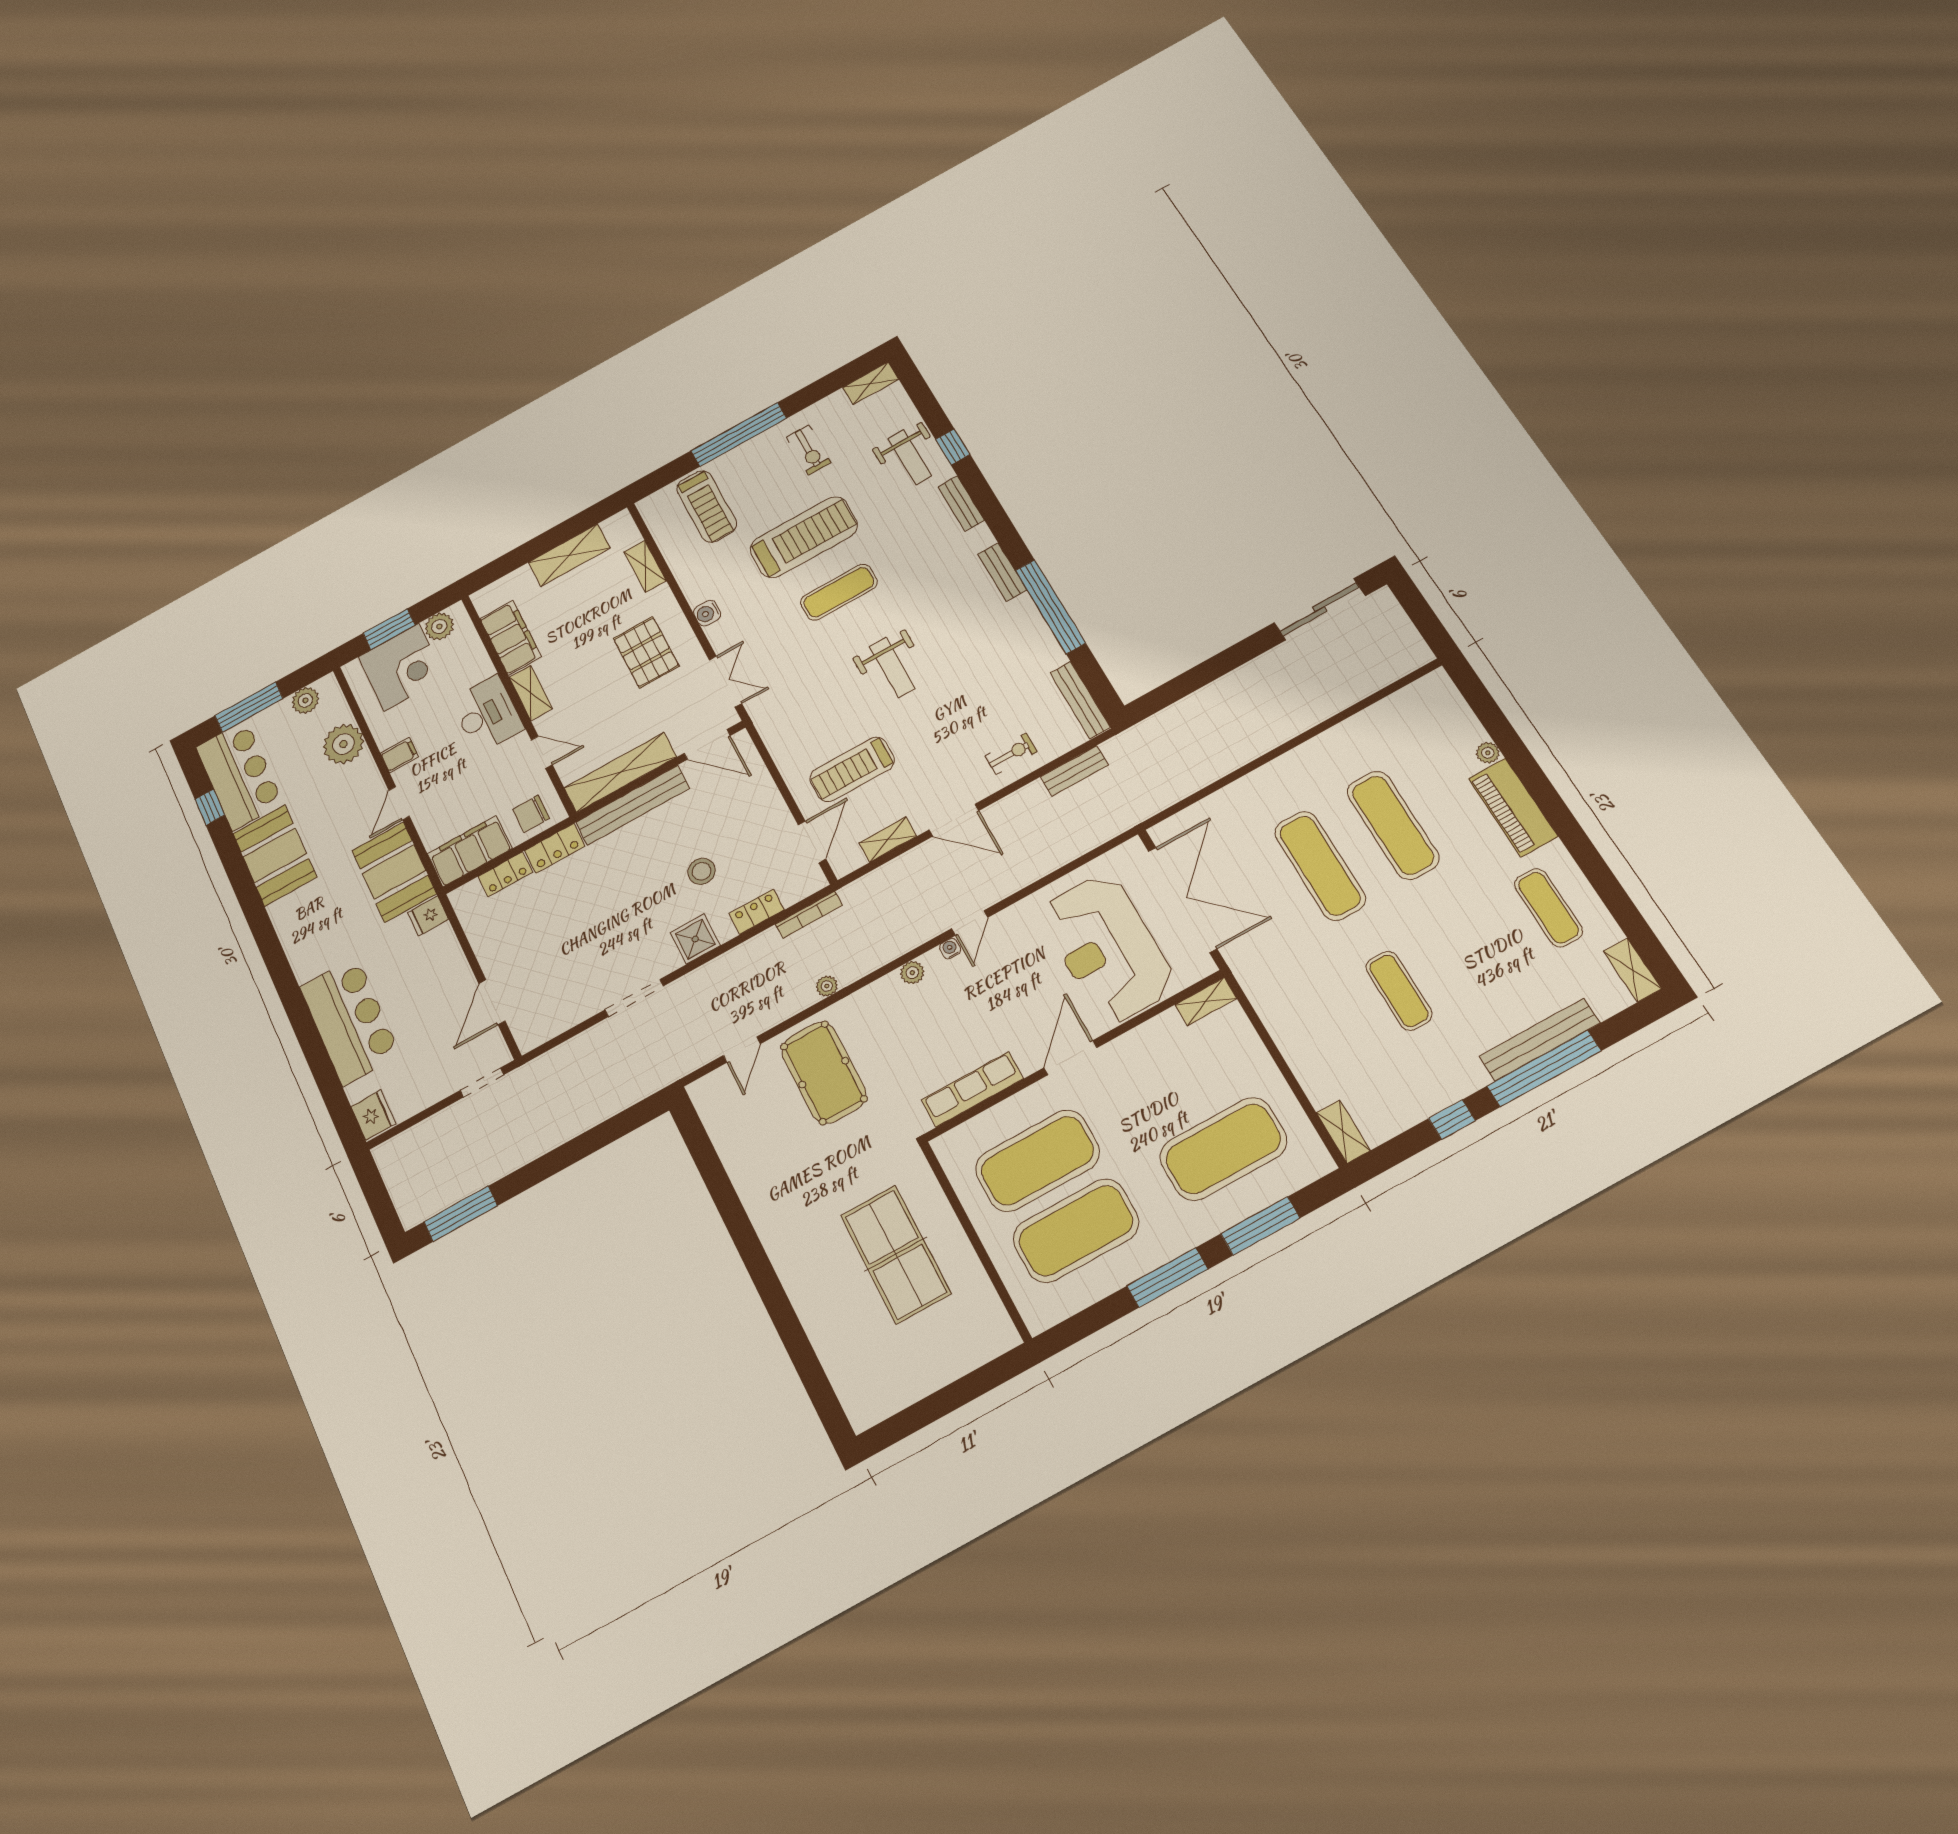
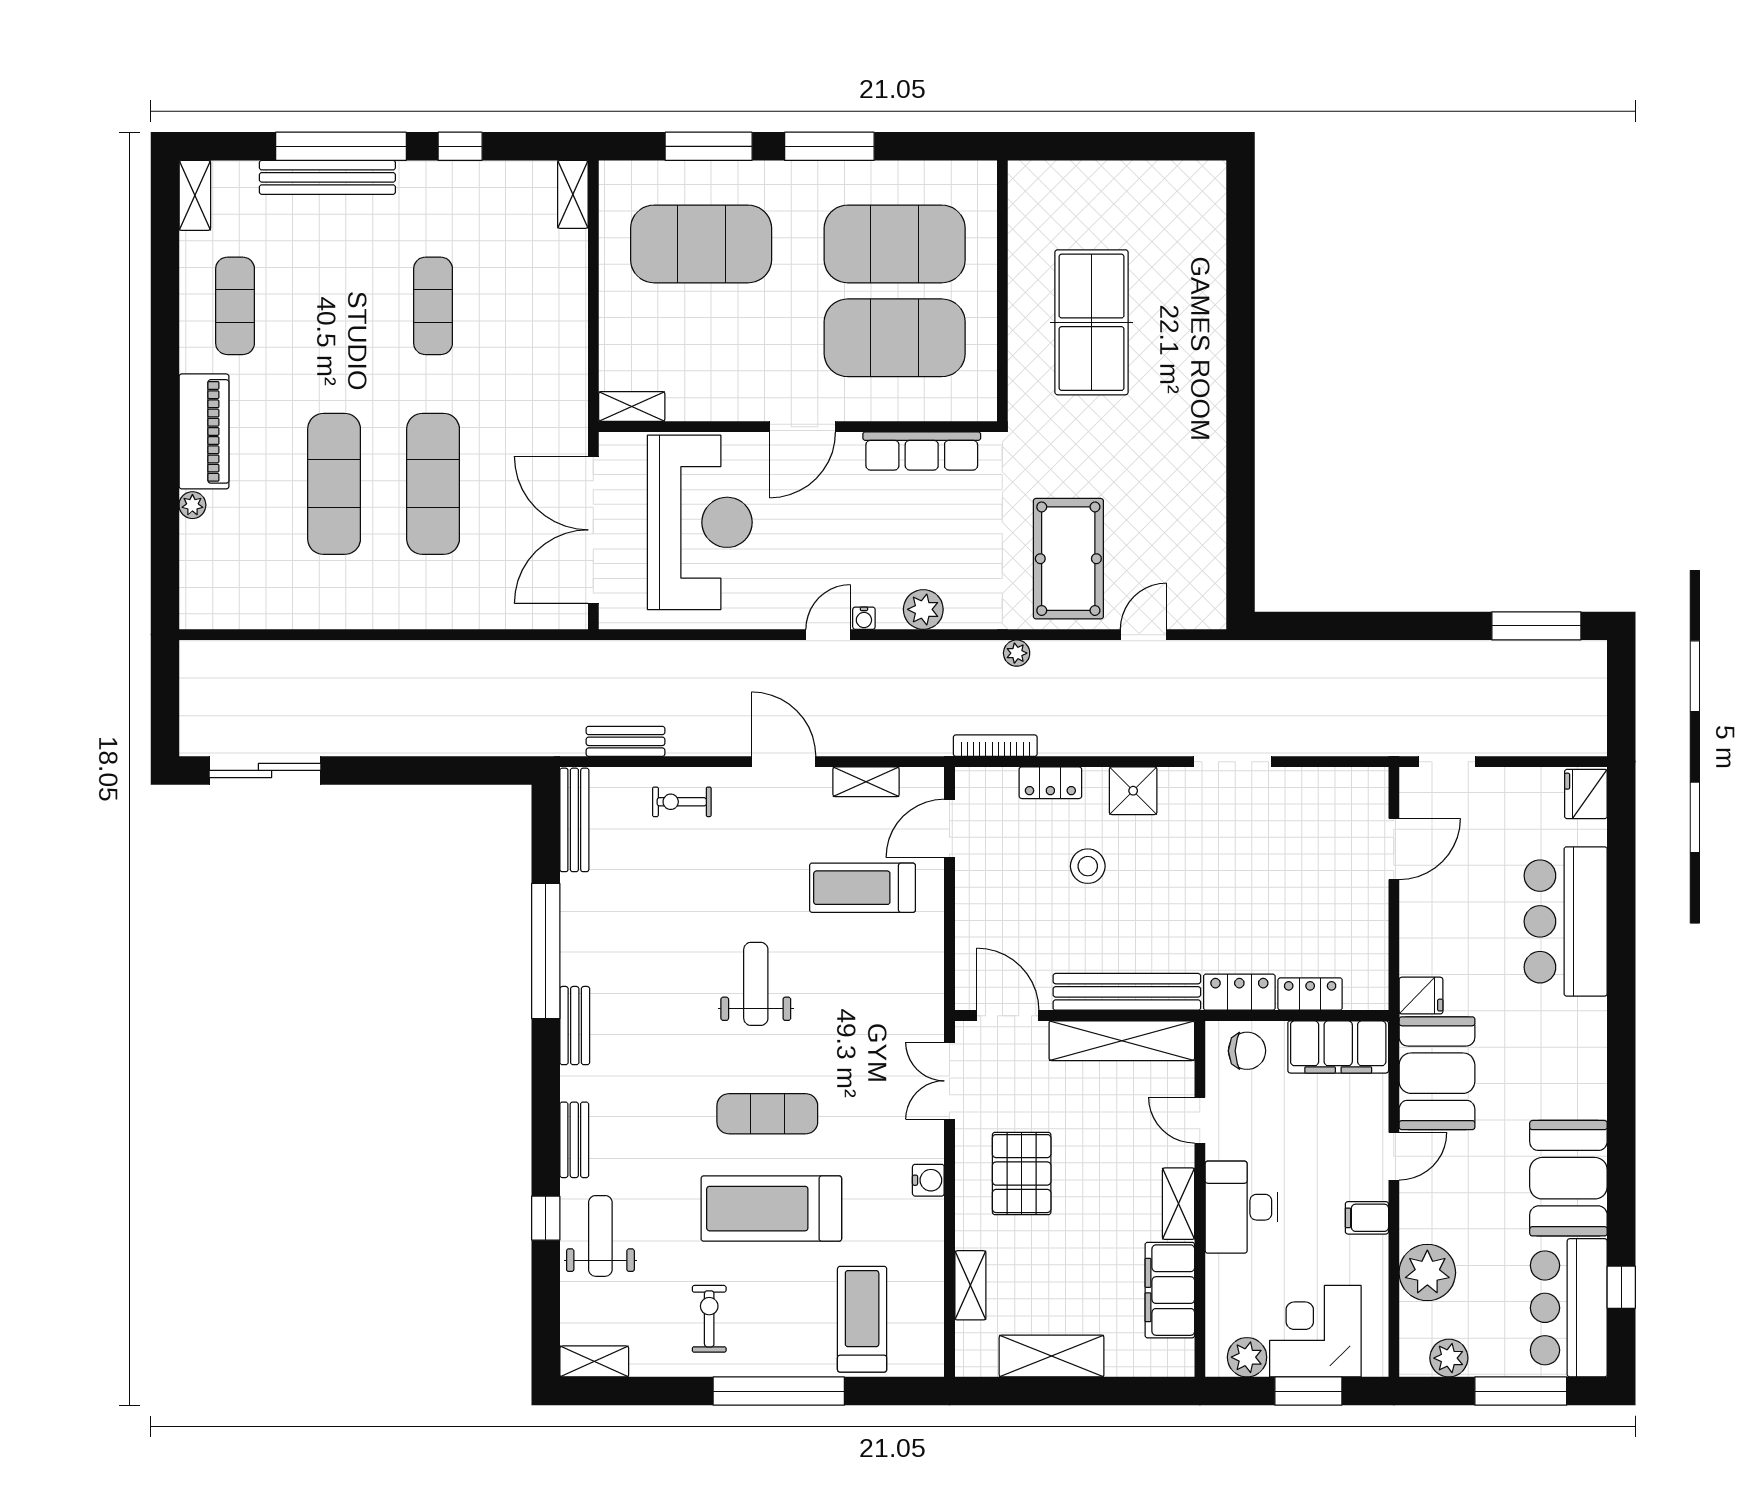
treadmill: (852, 769) -> (862, 888), turned 180
plant: (912, 973) -> (923, 609), width x1.38, depth x1.38

